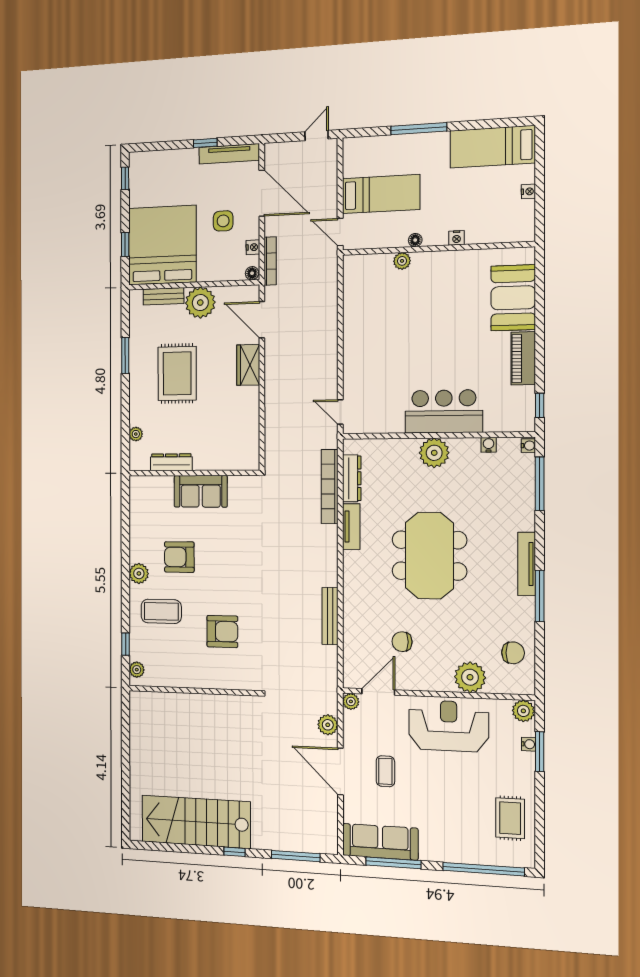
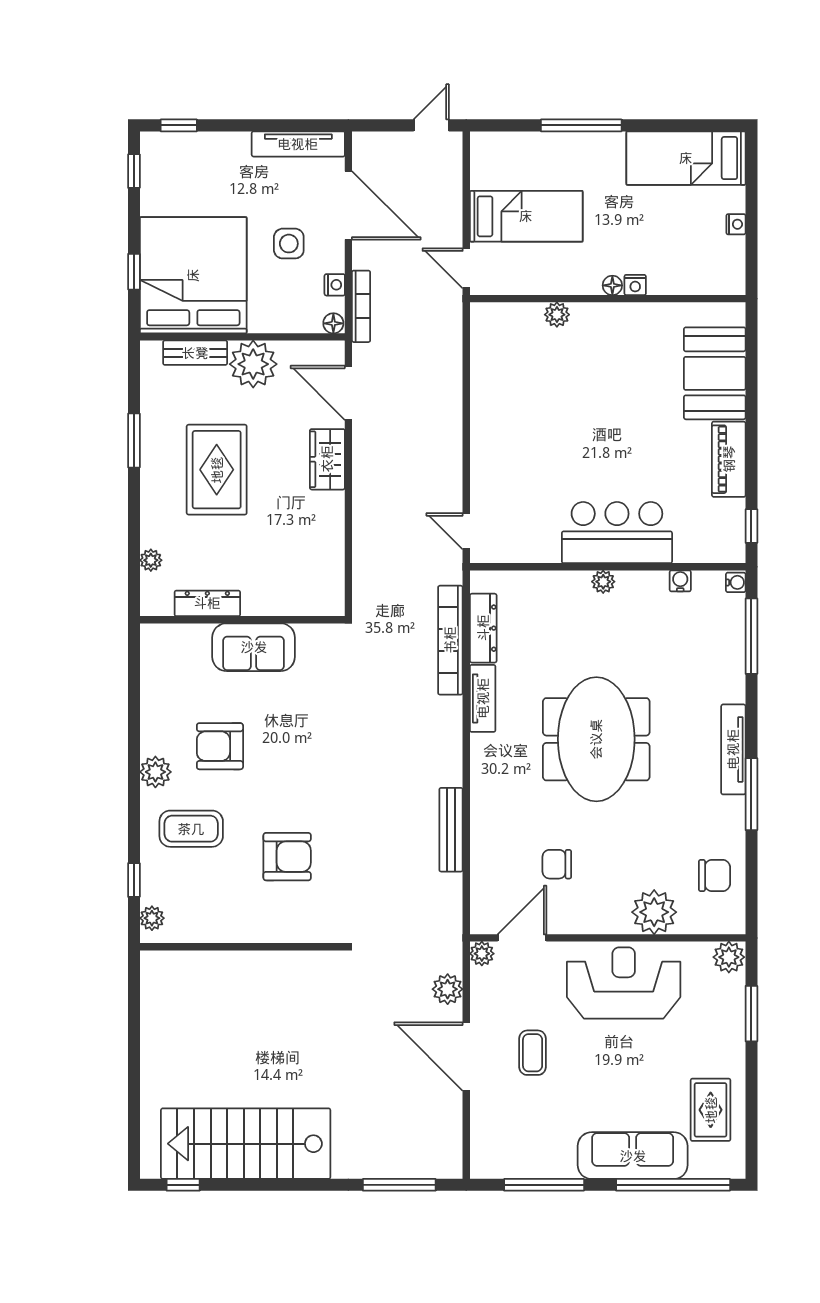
window: (205, 143) -> (179, 125), moved
floor lamp: (415, 240) -> (612, 285), moved
plant: (434, 453) -> (603, 582), width x0.53, depth x0.53
water cooler: (528, 744) -> (736, 1004), removed
sofa: (380, 842) -> (633, 1156), moved
window: (234, 852) -> (183, 1185), moved

